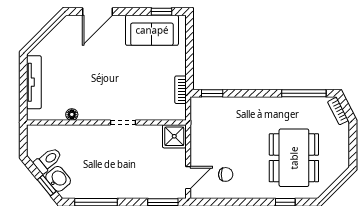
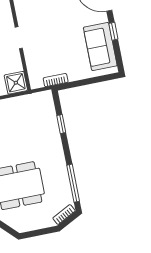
window: (161, 12) -> (113, 31), moved
window: (212, 93) -> (61, 124), moved

